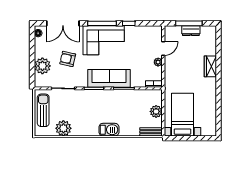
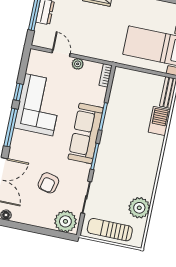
corner sofa: (104, 40) -> (39, 105), moved
plant: (42, 66) -> (65, 221), moved
plant: (156, 111) -> (143, 80), removed
barbecue: (109, 130) -> (159, 121), moved

